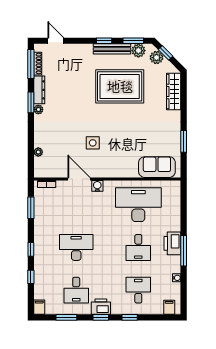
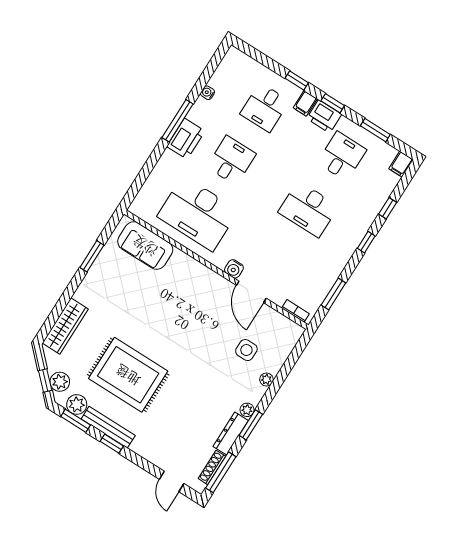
side table: (93, 143) -> (246, 350), moved
plant: (38, 152) -> (266, 379), moved
filing cabinet: (169, 307) -> (305, 103), moved

